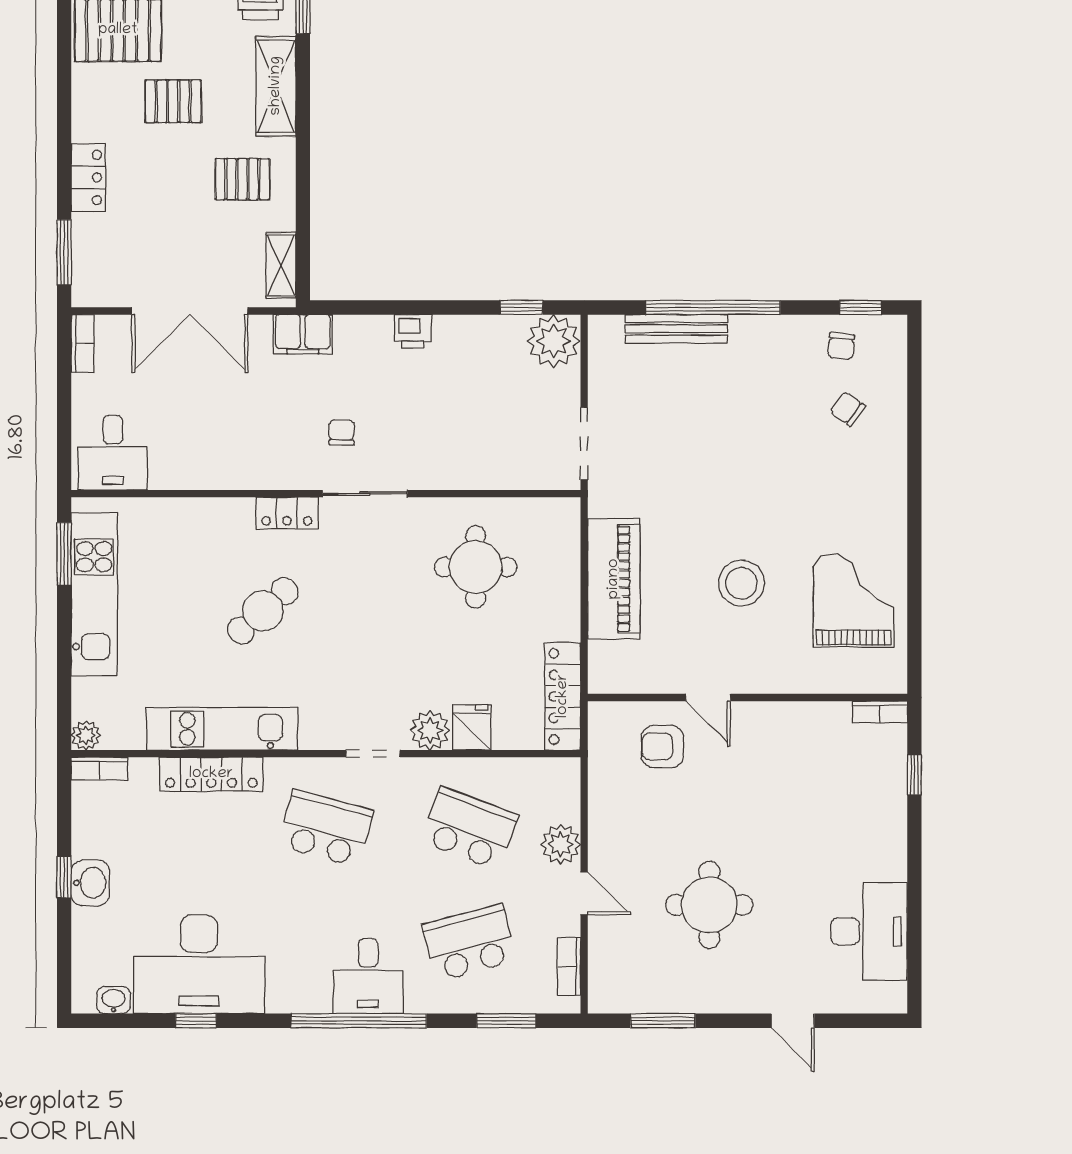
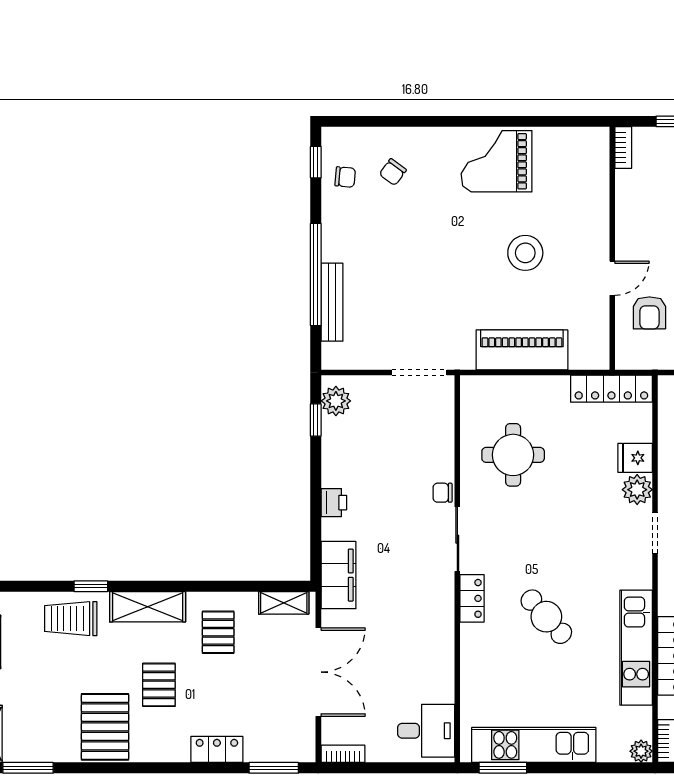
filing cabinet: (303, 334) -> (339, 575), width x1.50, depth x1.17
plant: (554, 341) -> (336, 401), width x0.73, depth x0.73
chair: (341, 432) -> (443, 493), moved
grand piano: (854, 600) -> (497, 161), moved

